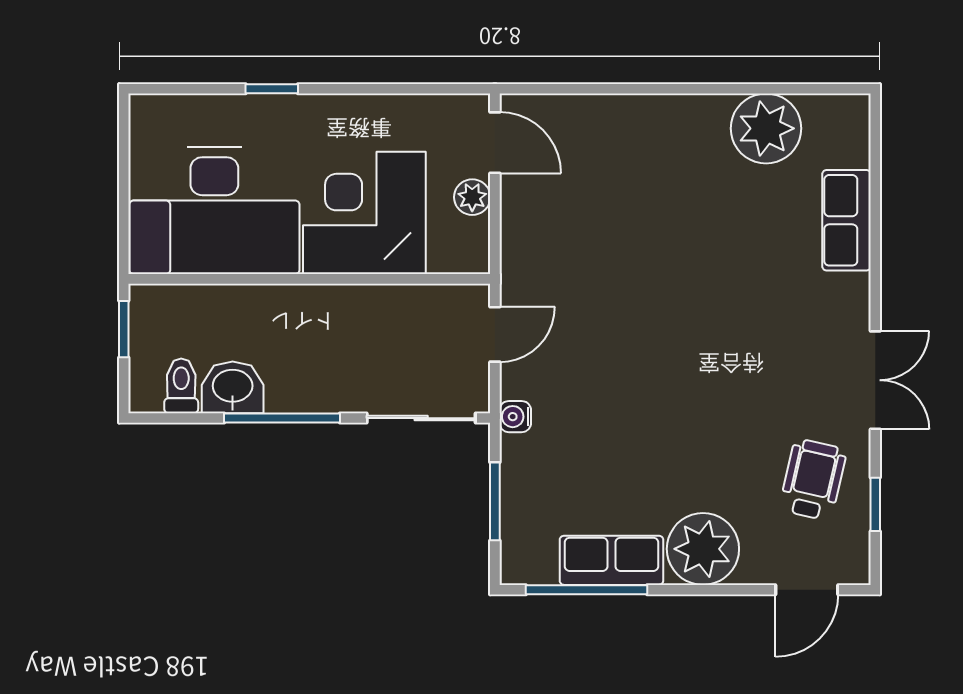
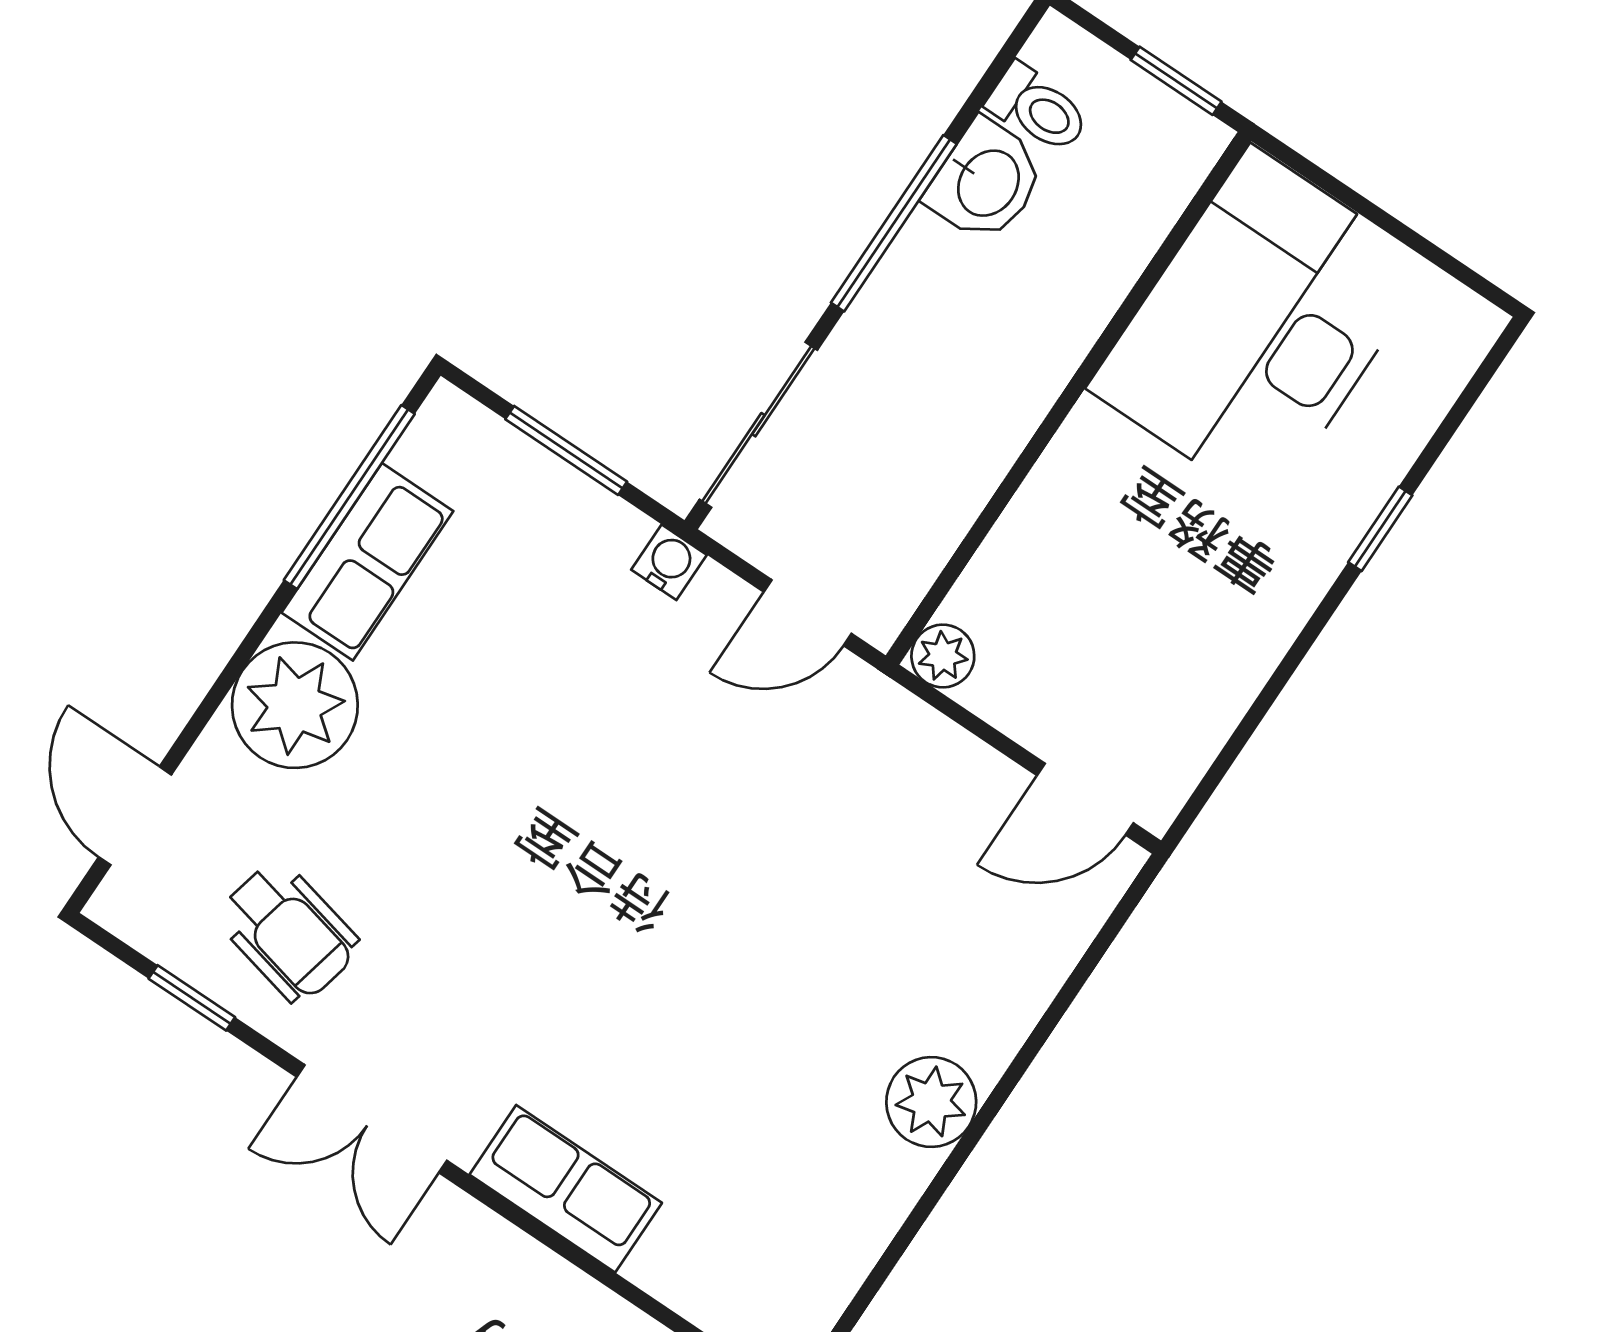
plant: (766, 128) -> (931, 1102), moved, width x0.73, depth x0.73
plant: (472, 197) -> (943, 656), moved
corner desk: (364, 213) -> (1110, 542), removed
row of seats: (847, 220) -> (566, 1189), moved
door: (495, 334) -> (808, 613), hinge flipped

